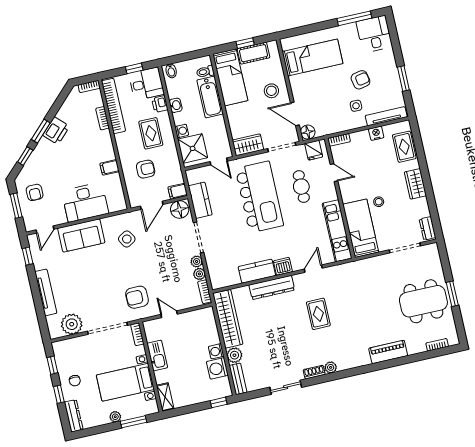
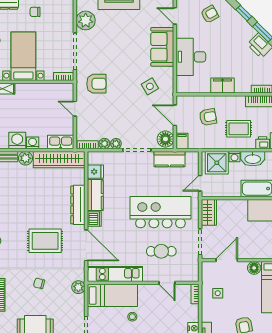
stool: (271, 91) -> (252, 244), removed
washbasin: (176, 105) -> (253, 159), width x1.91, depth x1.45
side table: (356, 106) -> (218, 293), moved
floor lamp: (308, 132) -> (254, 268), moved
fridge: (314, 150) -> (95, 172), moved, turned 180
filing cabinet: (110, 167) -> (223, 85), width x2.00
armchair: (146, 169) -> (208, 117), turned -100
door: (334, 173) -> (167, 283), hinge flipped
armchair: (35, 192) -> (210, 14), turned 151
kitchen island: (259, 197) -> (160, 212), turned 180
plant: (360, 267) -> (78, 287), added
door: (313, 269) -> (86, 245), width x1.88
armchair: (137, 297) -> (96, 84), turned 90
chair: (366, 310) -> (39, 283), added
door: (169, 314) -> (75, 109), swing flipped
rug: (318, 314) -> (45, 241), width x1.36, depth x1.43
kitchen sink: (157, 355) -> (61, 142), moved, turned 180

